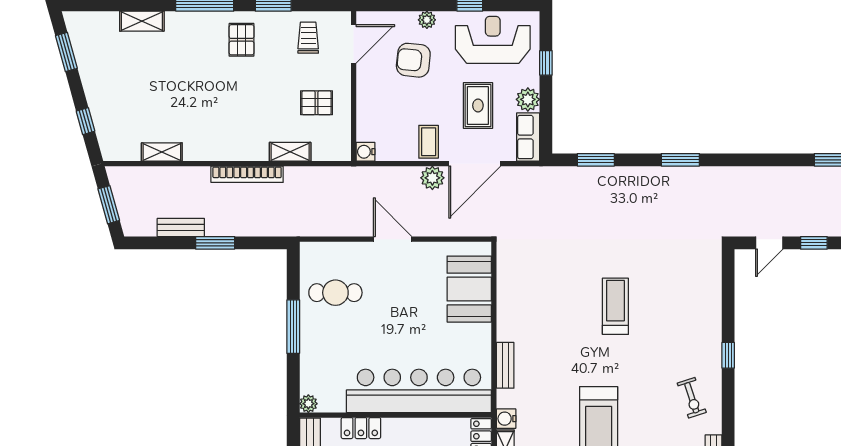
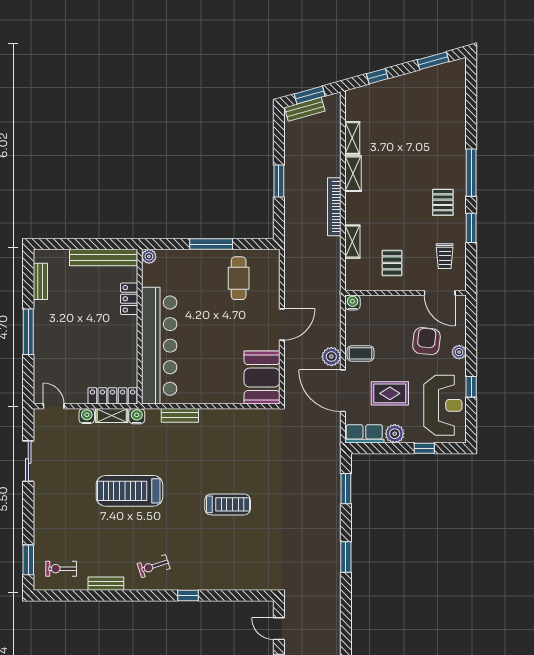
shelving: (142, 21) -> (353, 174), moved
trolley: (308, 38) -> (445, 256), turned 90
pallet: (242, 40) -> (443, 202), turned 90
bench: (181, 227) -> (305, 109), moved, turned 74
booth: (469, 289) -> (262, 378), moved, turned 90

